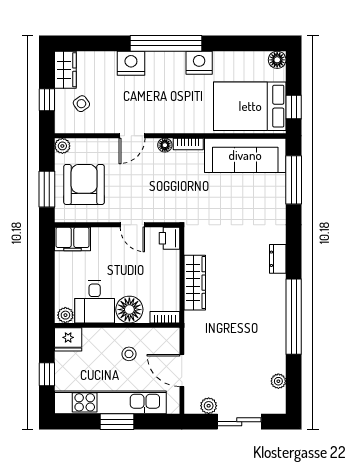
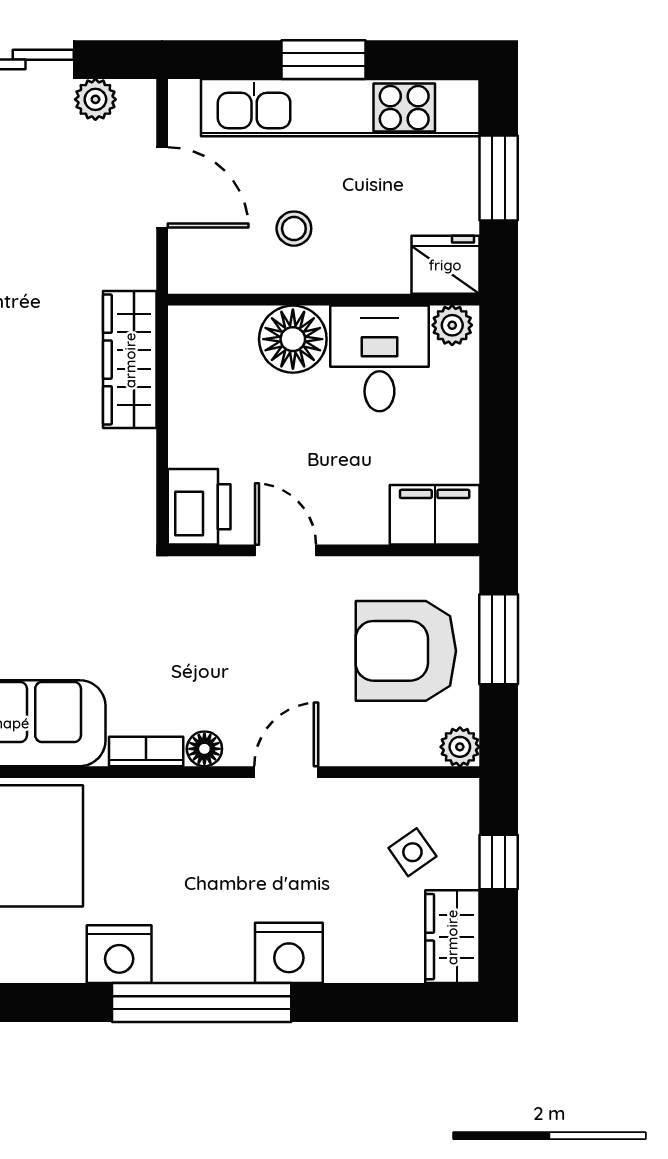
armchair: (84, 184) -> (406, 651), turned 90
printer: (169, 238) -> (199, 507), width x1.36, depth x1.24
wardrobe: (195, 283) -> (130, 360), moved
bookcase: (165, 317) -> (205, 320), removed
window: (47, 374) -> (499, 178), width x1.50

